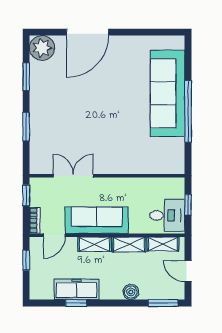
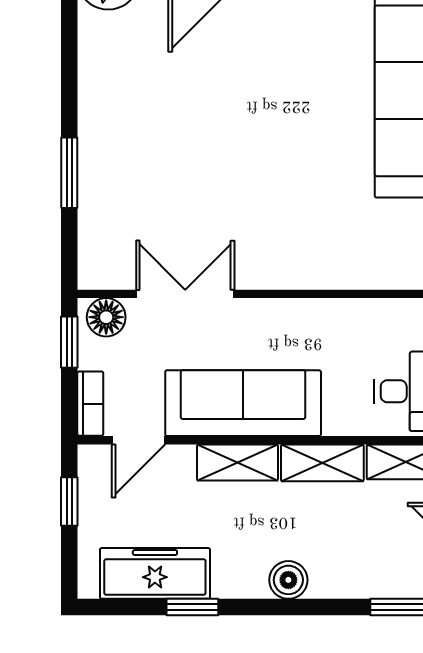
window: (26, 77) -> (69, 50), removed
floor lamp: (41, 185) -> (106, 317), added
freezer: (77, 289) -> (155, 573), moved
boiler: (131, 292) -> (288, 580), moved

